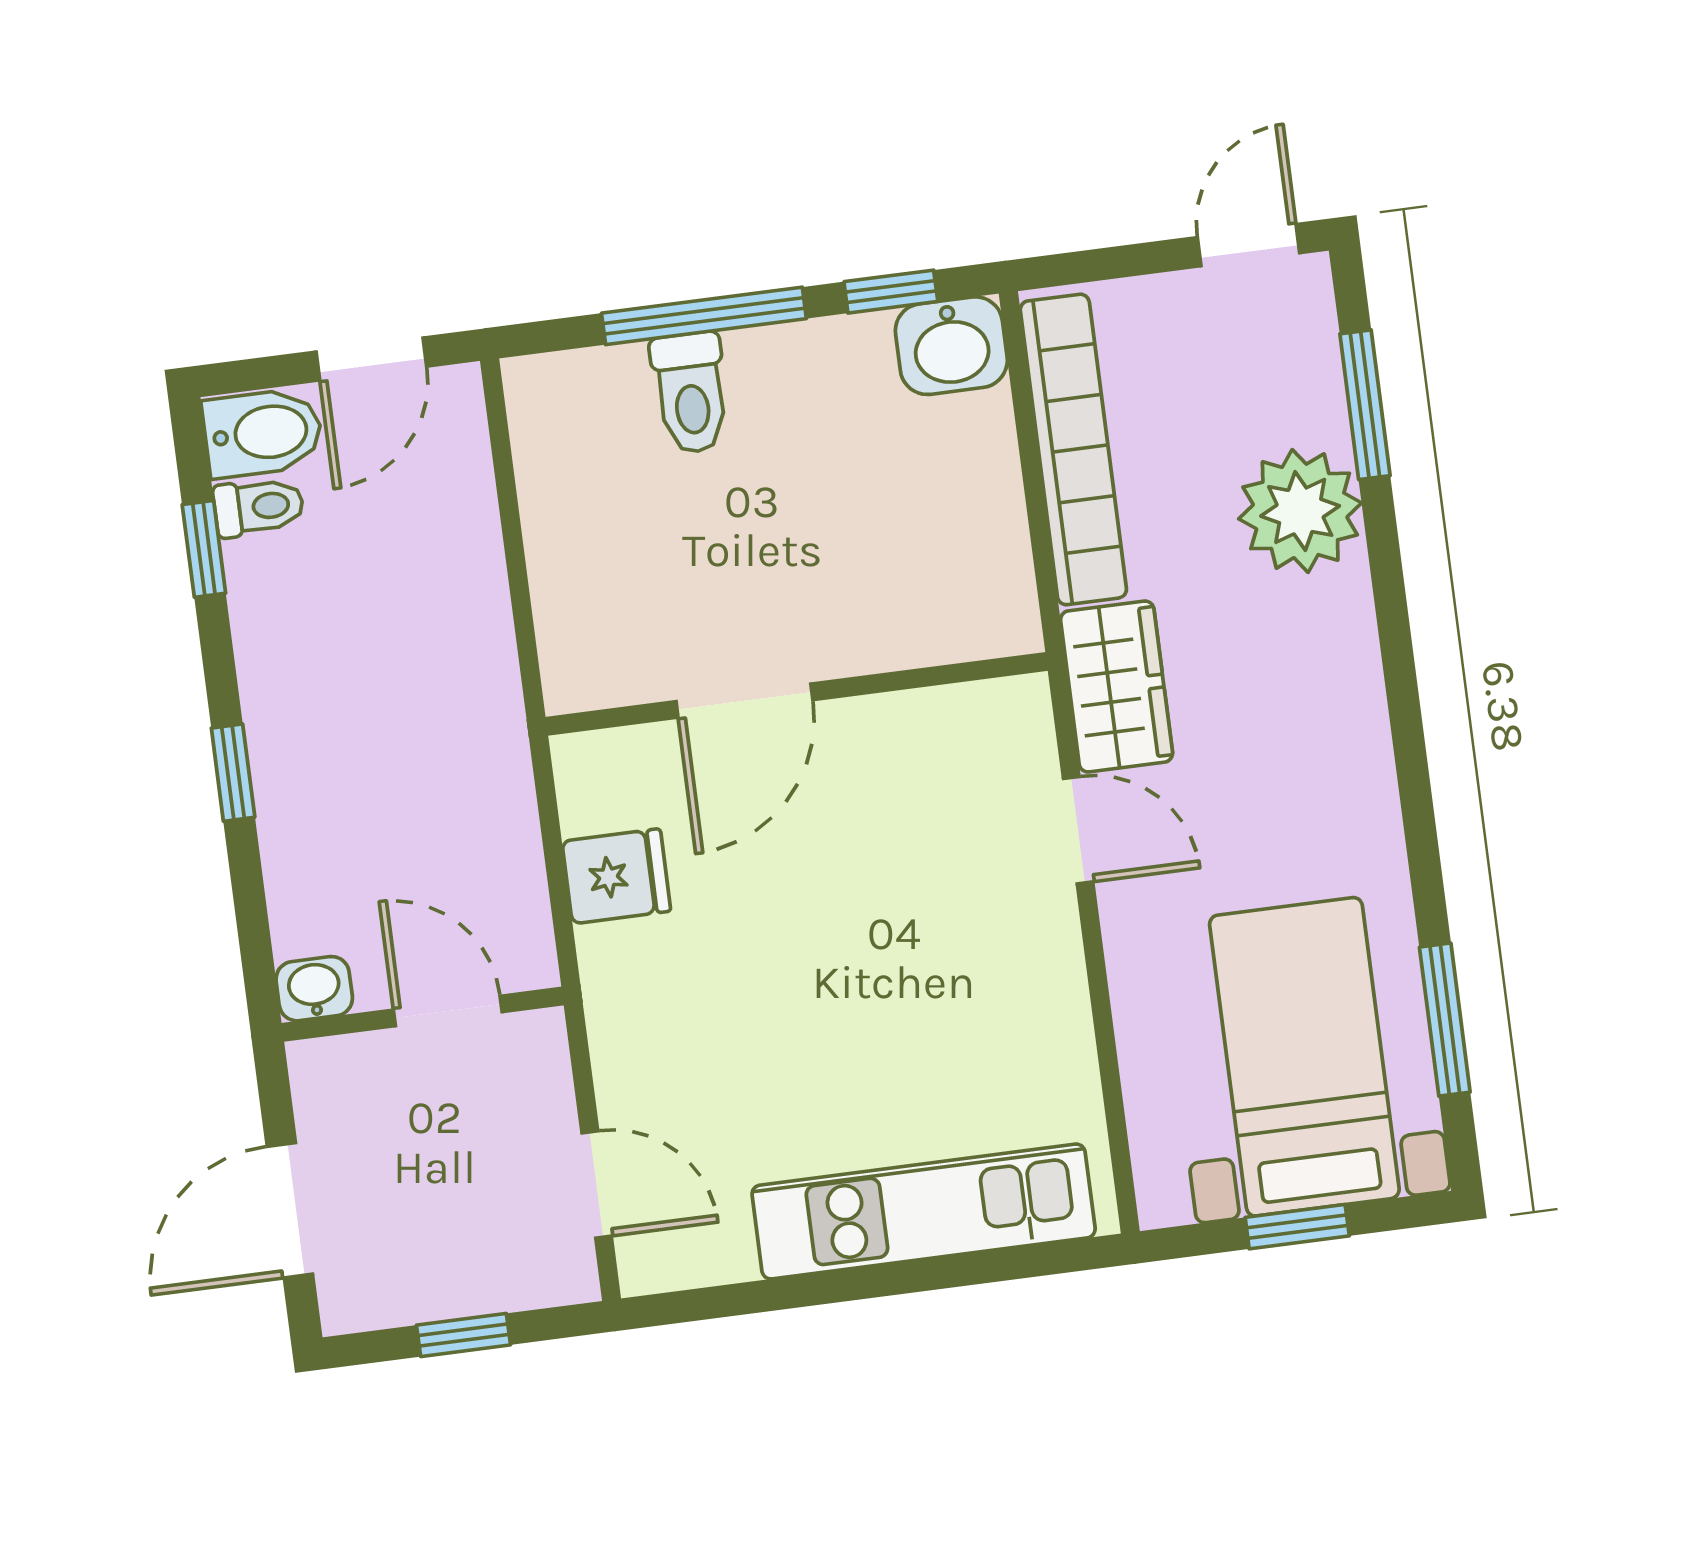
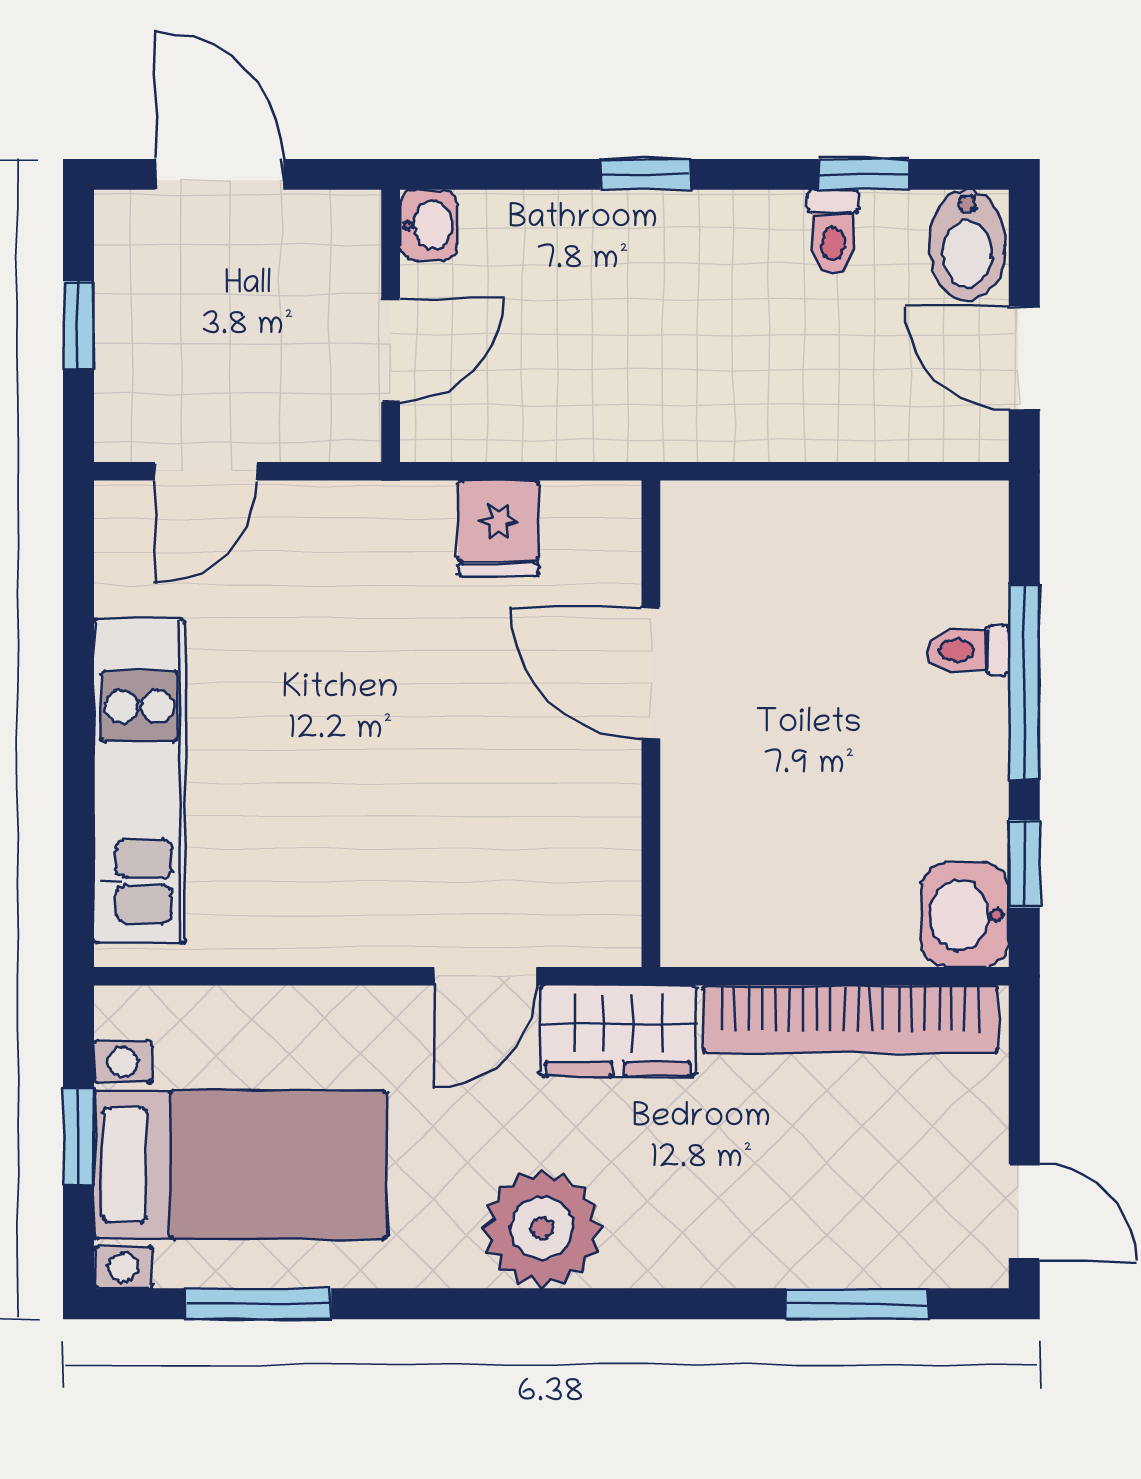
toilet: (691, 393) -> (968, 650), width x0.73, depth x0.72
toilet: (259, 507) -> (833, 232), moved
plant: (1300, 511) -> (542, 1228), moved

